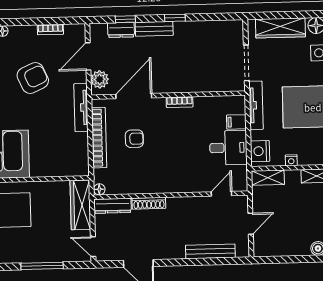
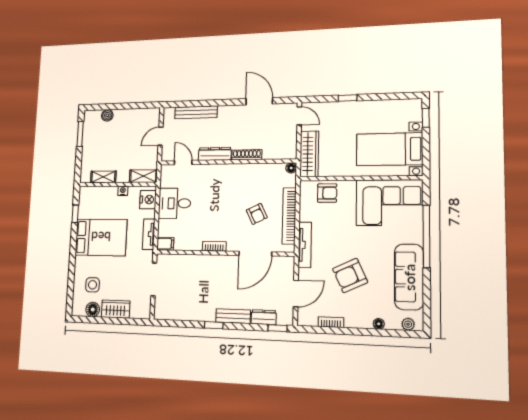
window: (125, 19) -> (278, 328), moved
wardrobe: (280, 28) -> (116, 309), width x0.67
plant: (100, 79) -> (286, 271), removed
tv unit: (256, 105) -> (149, 234), width x0.71
filing cabinet: (236, 122) -> (165, 244), moved
armchair: (134, 139) -> (257, 214), turned -116
armchair: (60, 163) -> (327, 193), added
door: (221, 194) -> (183, 163), swing flipped
dresser: (113, 206) -> (215, 154), moved
window: (42, 266) -> (348, 98), width x0.46

